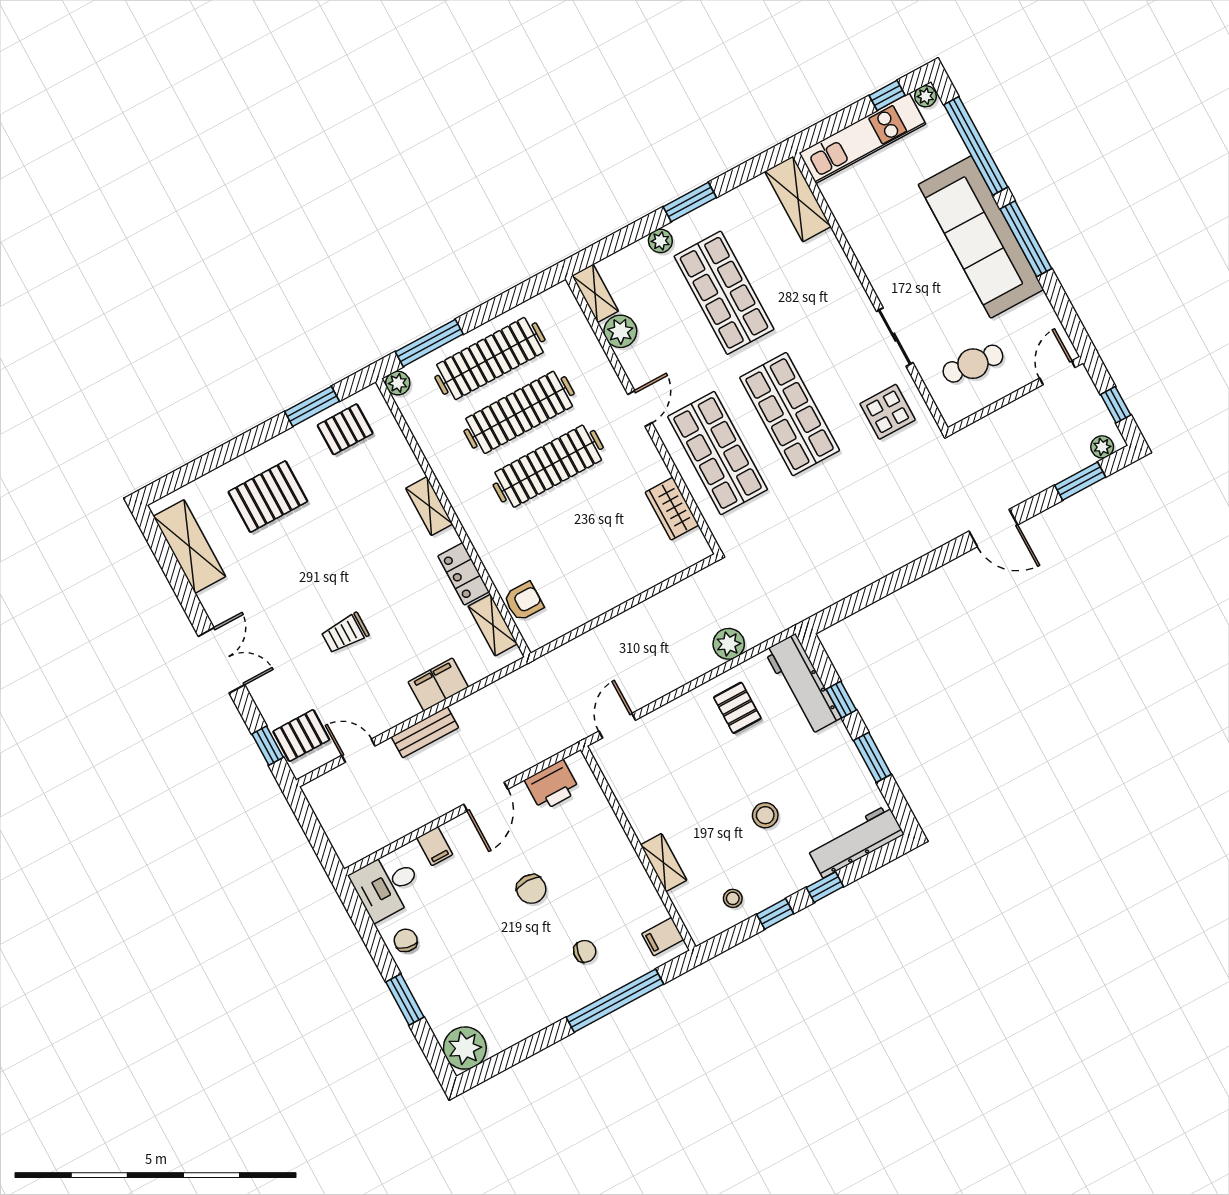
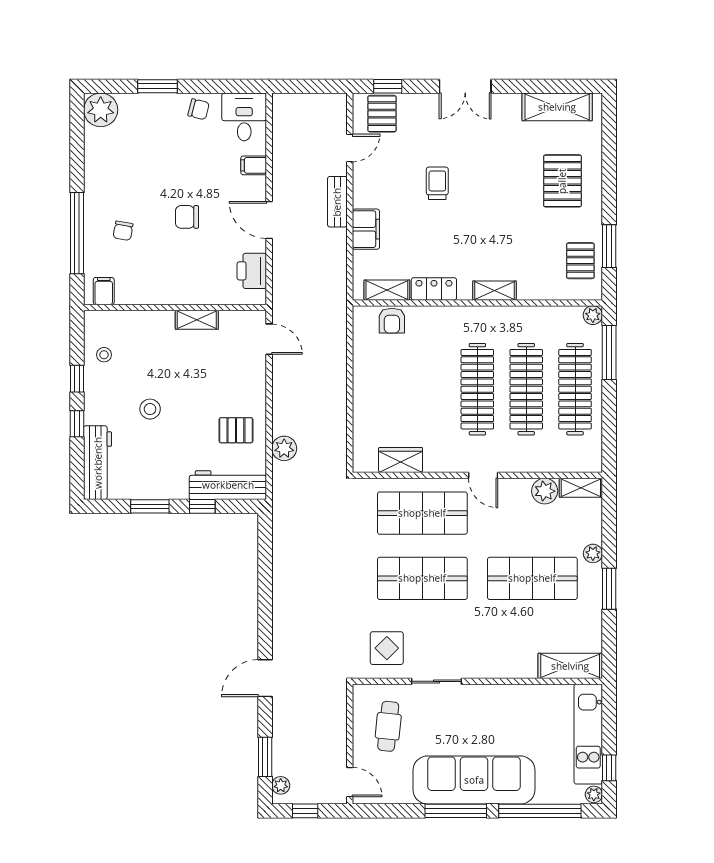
shelving: (664, 863) -> (197, 320), moved

